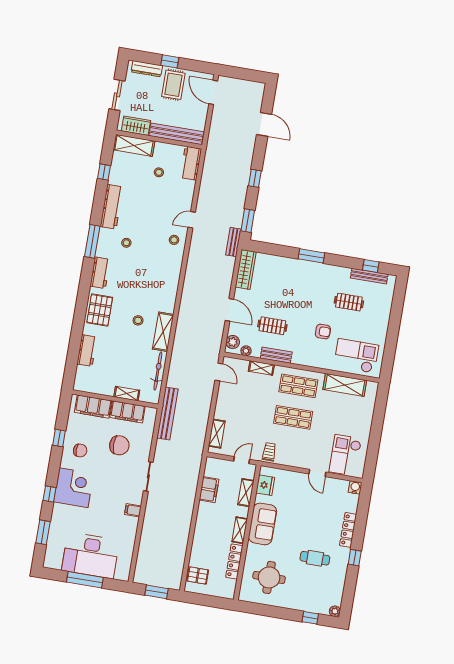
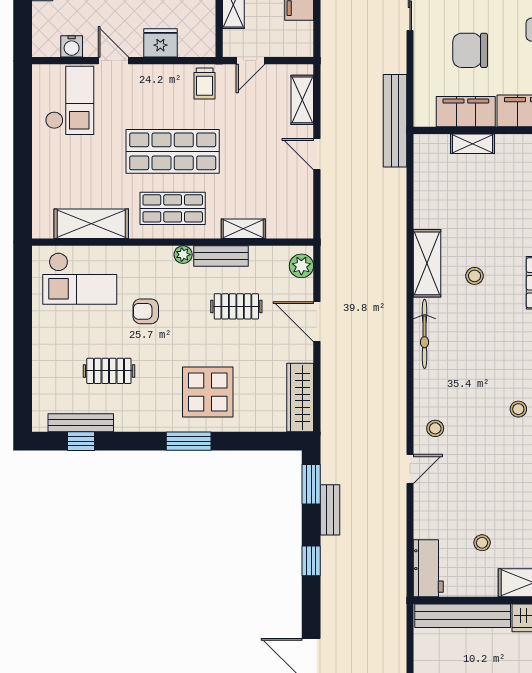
bench: (233, 242) -> (330, 510), moved
display table: (296, 281) -> (208, 392), added
plant: (246, 351) -> (183, 255), moved
bicycle: (158, 371) -> (425, 334), moved
door: (219, 372) -> (317, 154), moved
shop shelf: (293, 417) -> (173, 151), width x1.43, depth x1.36
fridge: (265, 485) -> (160, 43), moved, turned 90
water cooler: (355, 487) -> (72, 46), moved

